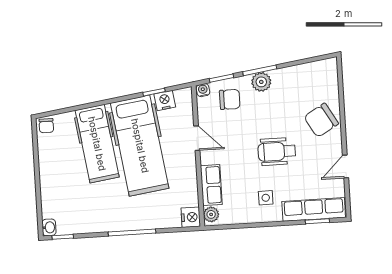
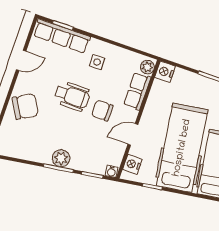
chair: (230, 99) -> (102, 111), moved
nightstand: (165, 101) -> (132, 164), moved, turned 98
door: (197, 138) -> (133, 134), hinge flipped

